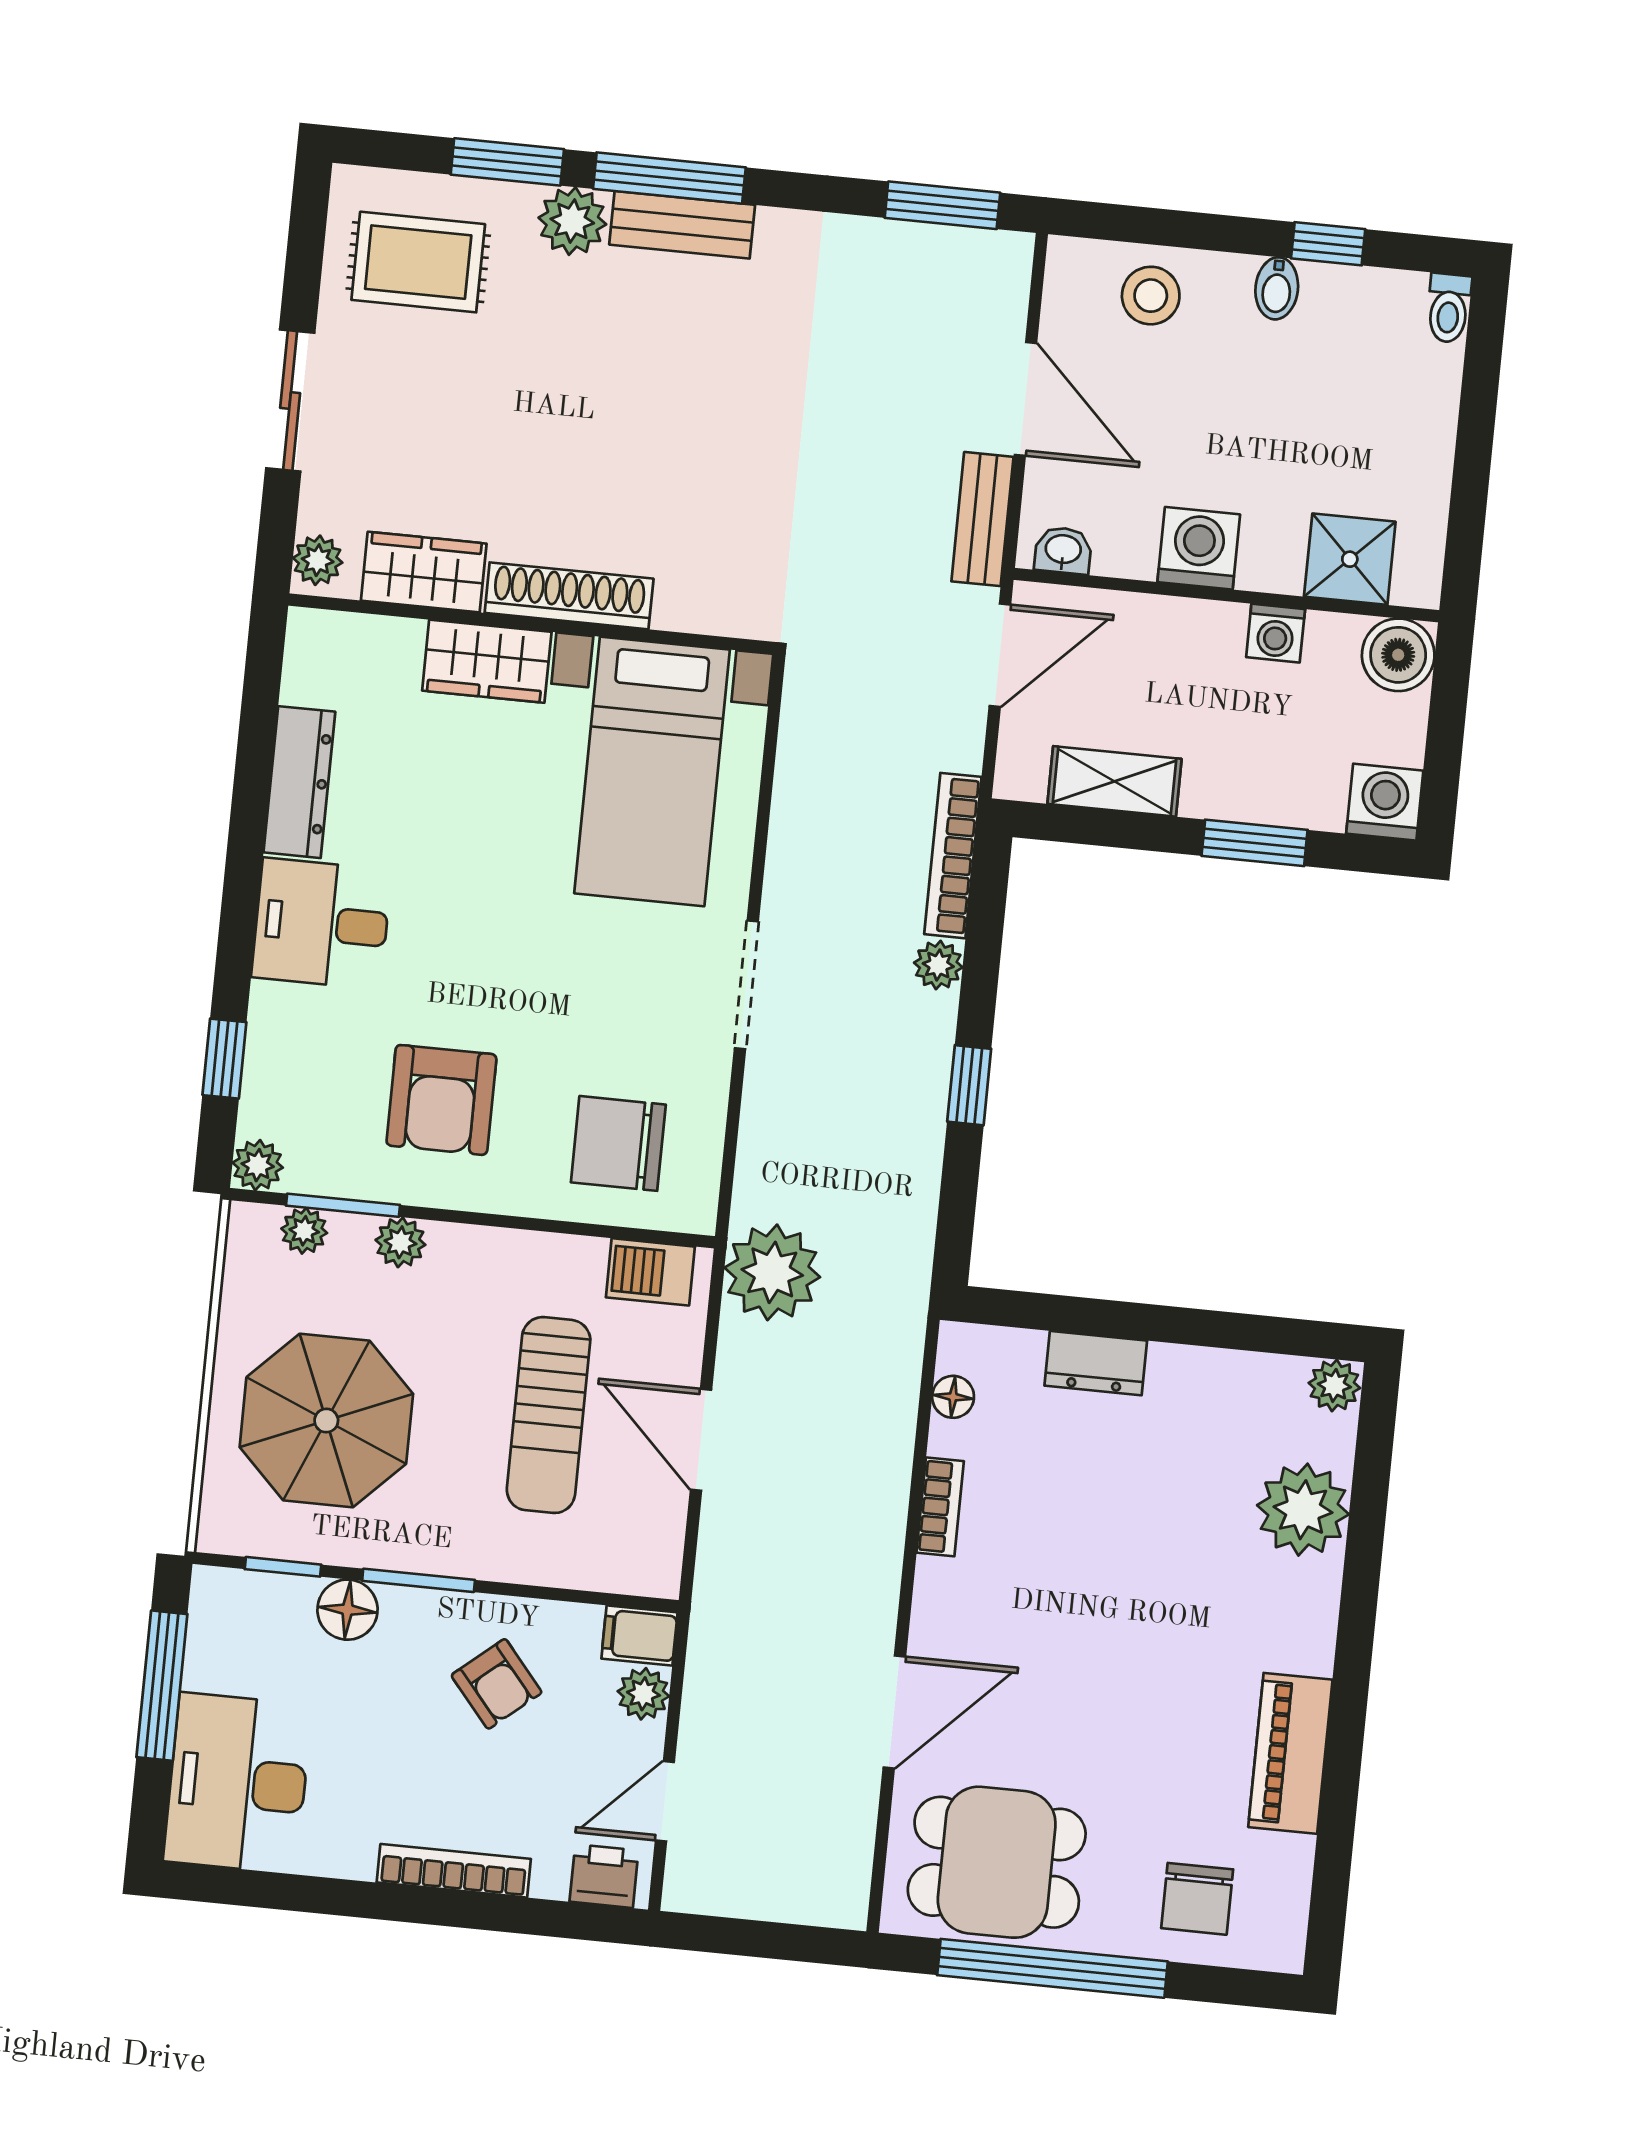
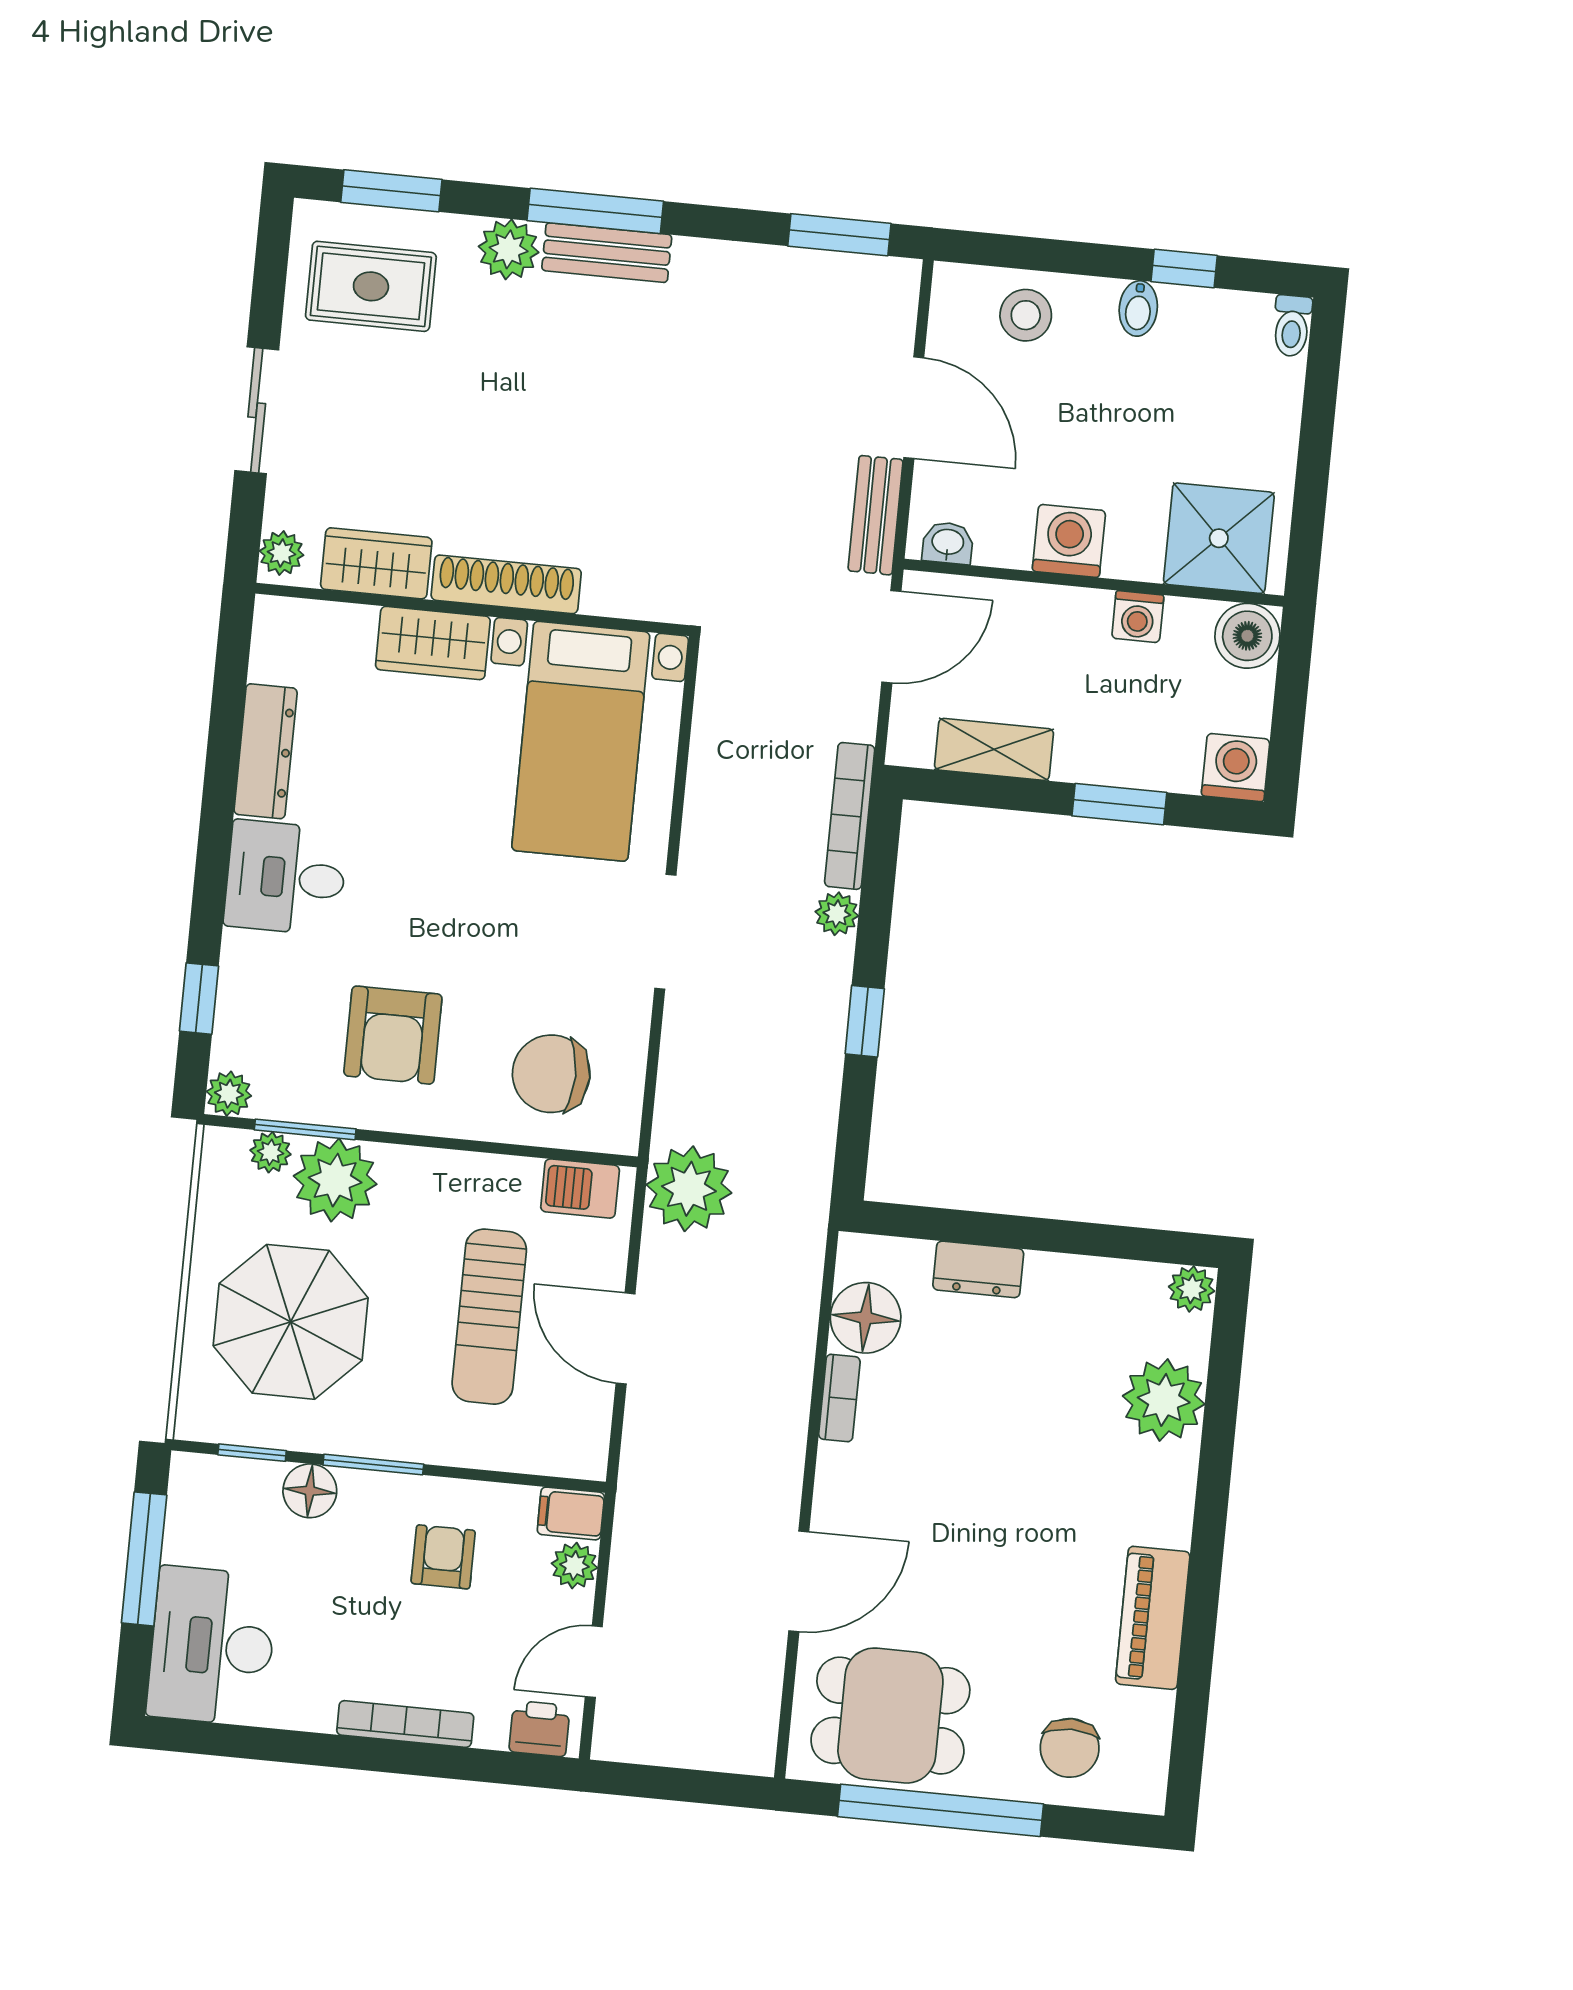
window: (507, 162) -> (391, 191), moved
shower: (1350, 559) -> (1219, 538), width x1.36, depth x1.36
plant: (400, 1242) -> (335, 1180), width x1.87, depth x1.87
floor lamp: (953, 1397) -> (866, 1318), width x1.89, depth x1.89
armchair: (497, 1684) -> (443, 1557), turned -140

